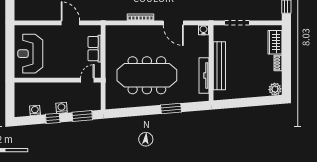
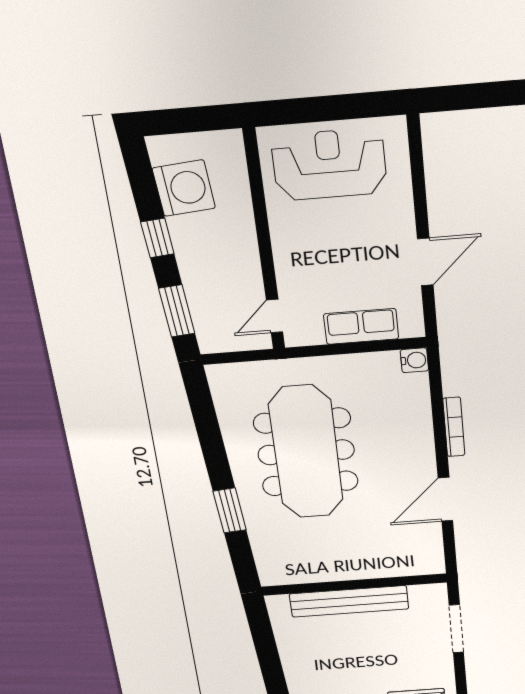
water cooler: (203, 30) -> (414, 360), moved
tv unit: (204, 75) -> (322, 573), removed
door: (87, 80) -> (275, 316), swing flipped
washing machine: (62, 108) -> (190, 258), removed
washing machine: (35, 110) -> (184, 188), width x1.89, depth x1.89

